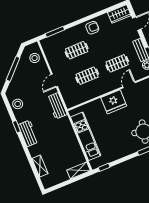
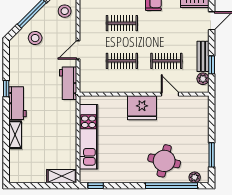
door: (129, 85) -> (170, 94), hinge flipped
stool: (18, 104) -> (35, 38), moved
shelving: (40, 166) -> (15, 135), moved

